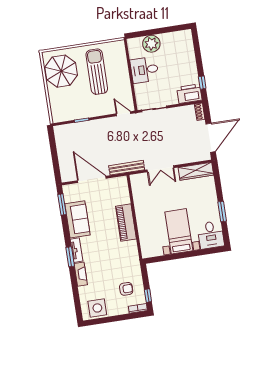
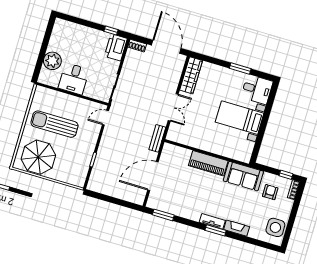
bench: (127, 168) -> (157, 138), width x0.73
sofa: (77, 219) -> (243, 176), moved, turned 180

